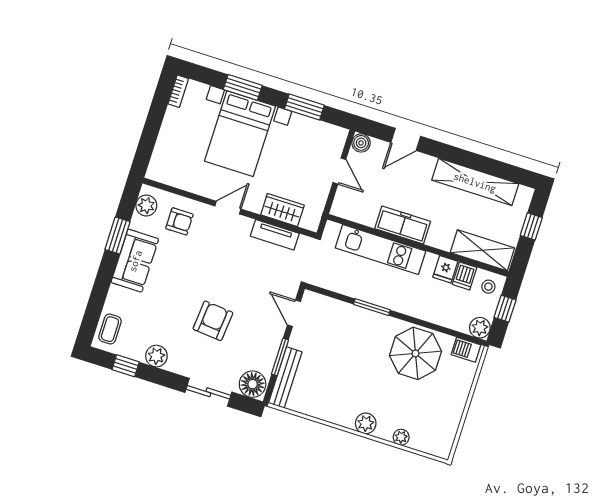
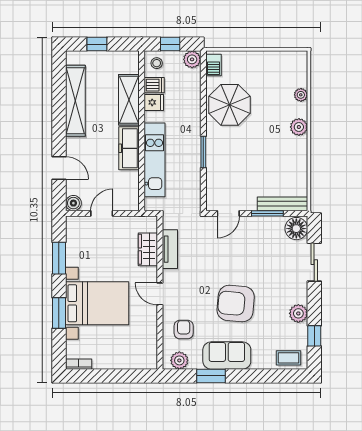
shelving: (482, 250) -> (129, 100), moved
armchair: (213, 321) -> (236, 304), moved, width x1.36, depth x1.36

